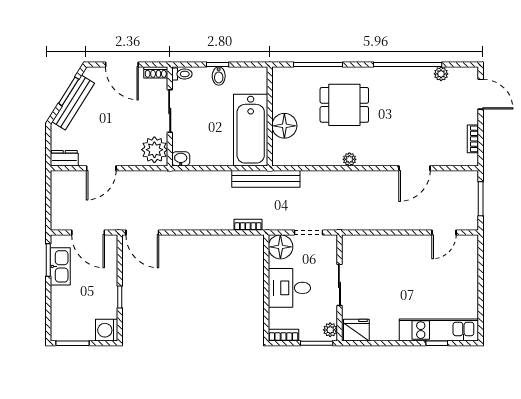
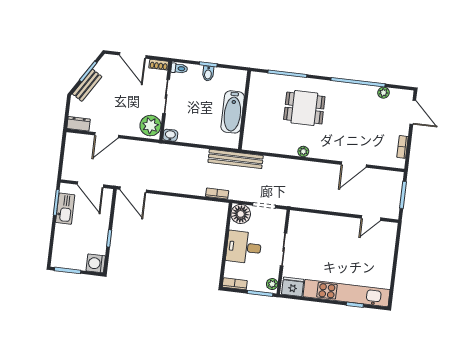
bench: (73, 103) -> (87, 85), width x0.73
floor lamp: (284, 126) -> (255, 119), removed
bathtub: (251, 130) -> (233, 112), width x0.73, depth x0.73
kitchen unit: (439, 330) -> (346, 293), width x1.36

